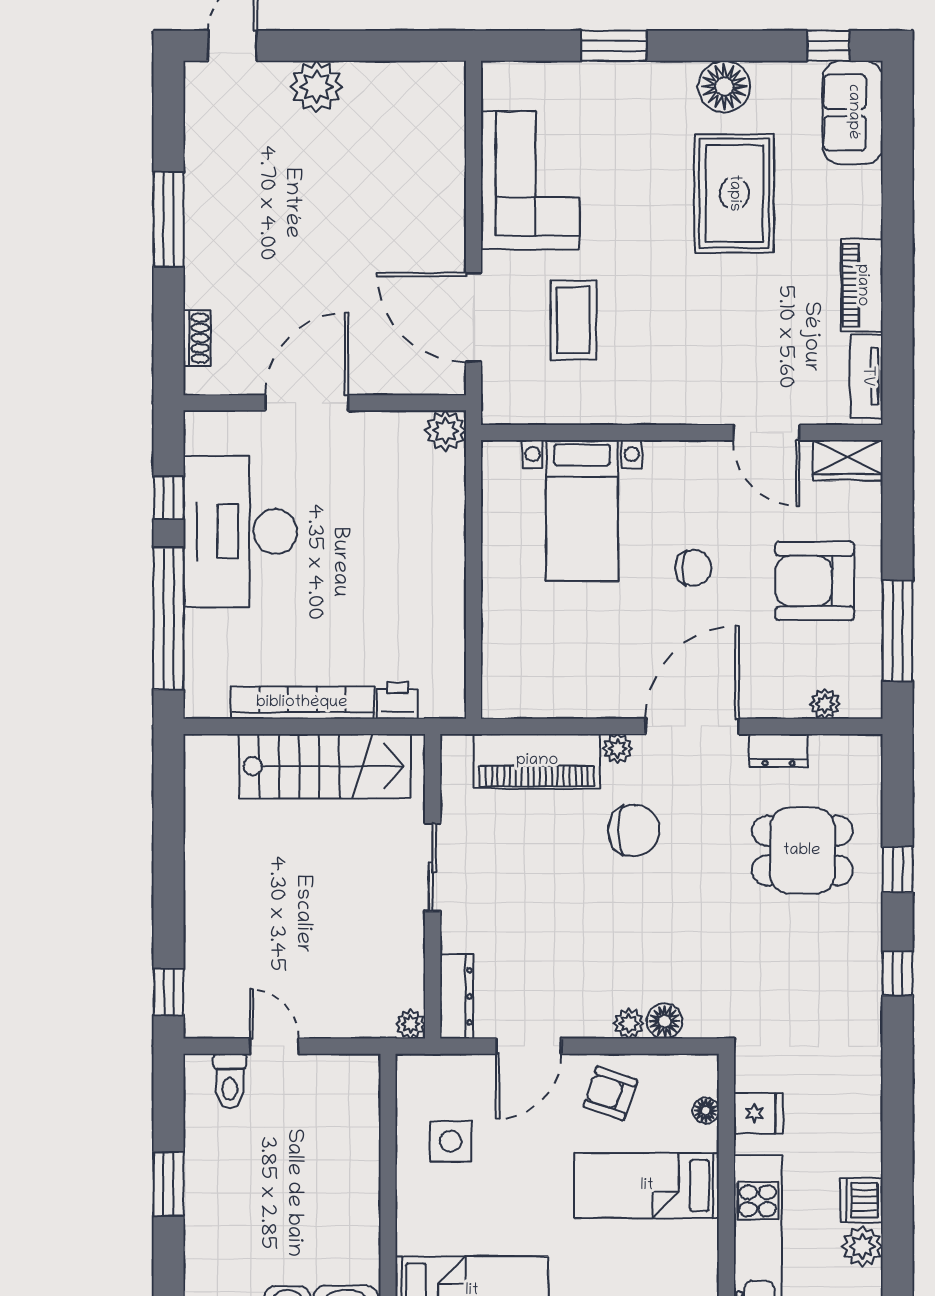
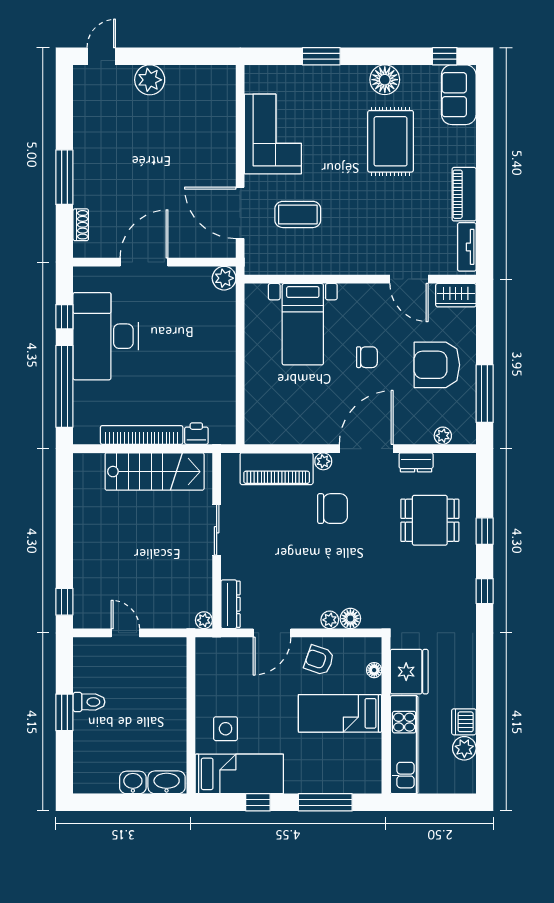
window: (169, 219) -> (64, 177), moved
coffee table: (573, 320) -> (298, 214), turned 90
toilet: (230, 1081) -> (89, 702), moved, turned -90
fridge: (758, 1113) -> (409, 672), width x1.88, depth x1.34
side table: (451, 1141) -> (226, 729), moved

